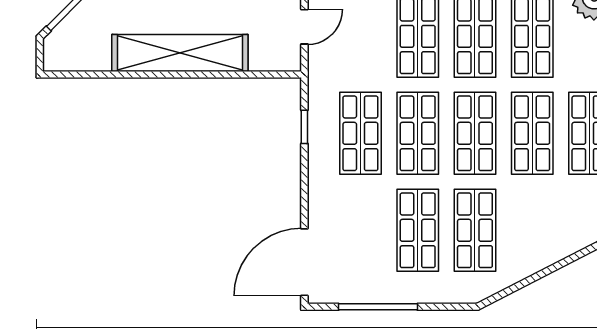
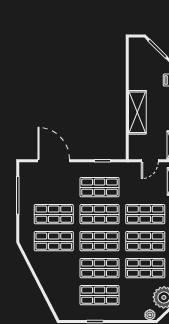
door: (304, 27) -> (150, 161), hinge flipped
shelving: (180, 53) -> (137, 112), width x0.68
door: (304, 262) -> (54, 161), moved

